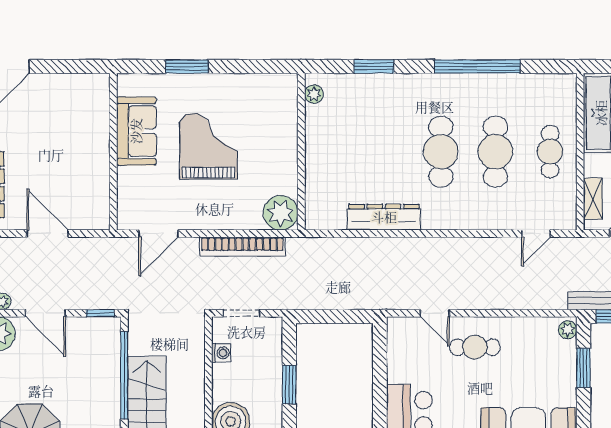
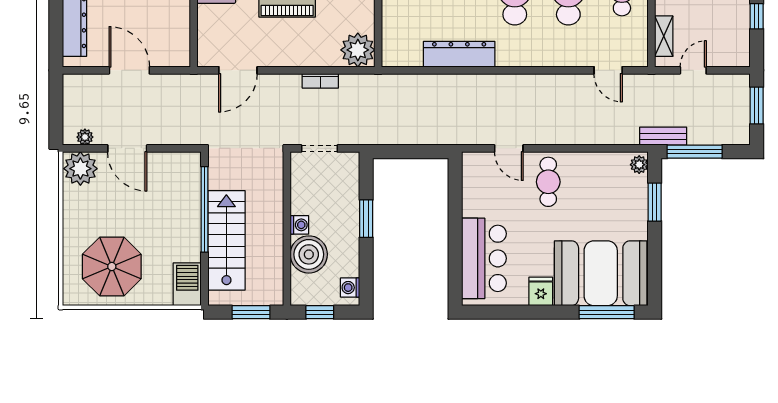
door: (536, 234) -> (608, 70), hinge flipped
bookcase: (242, 247) -> (320, 81), width x0.43, depth x0.76
window: (100, 313) -> (181, 148), removed
cafe table: (475, 347) -> (548, 182), turned 90
washing machine: (221, 353) -> (299, 225), moved

